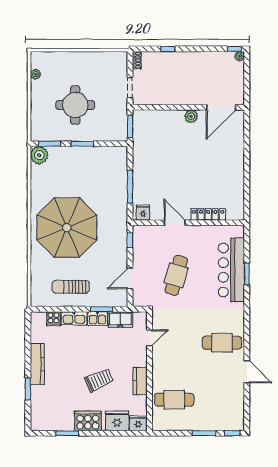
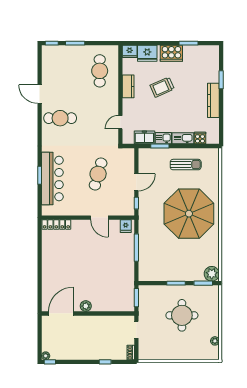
locker: (208, 214) -> (56, 225), moved
door: (130, 278) -> (136, 182), moved
cafe table: (174, 400) -> (100, 71), turned 90

